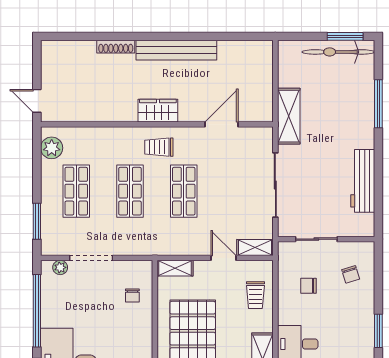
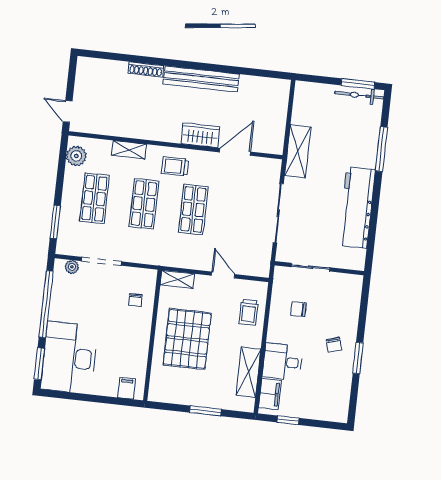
bicycle: (338, 52) -> (359, 95), width x0.73, depth x0.71
wardrobe: (158, 111) -> (200, 135), moved
workbench: (363, 181) -> (357, 207), width x1.36, depth x1.32
shelving: (255, 248) -> (129, 150), moved
chair: (351, 274) -> (334, 345), moved

